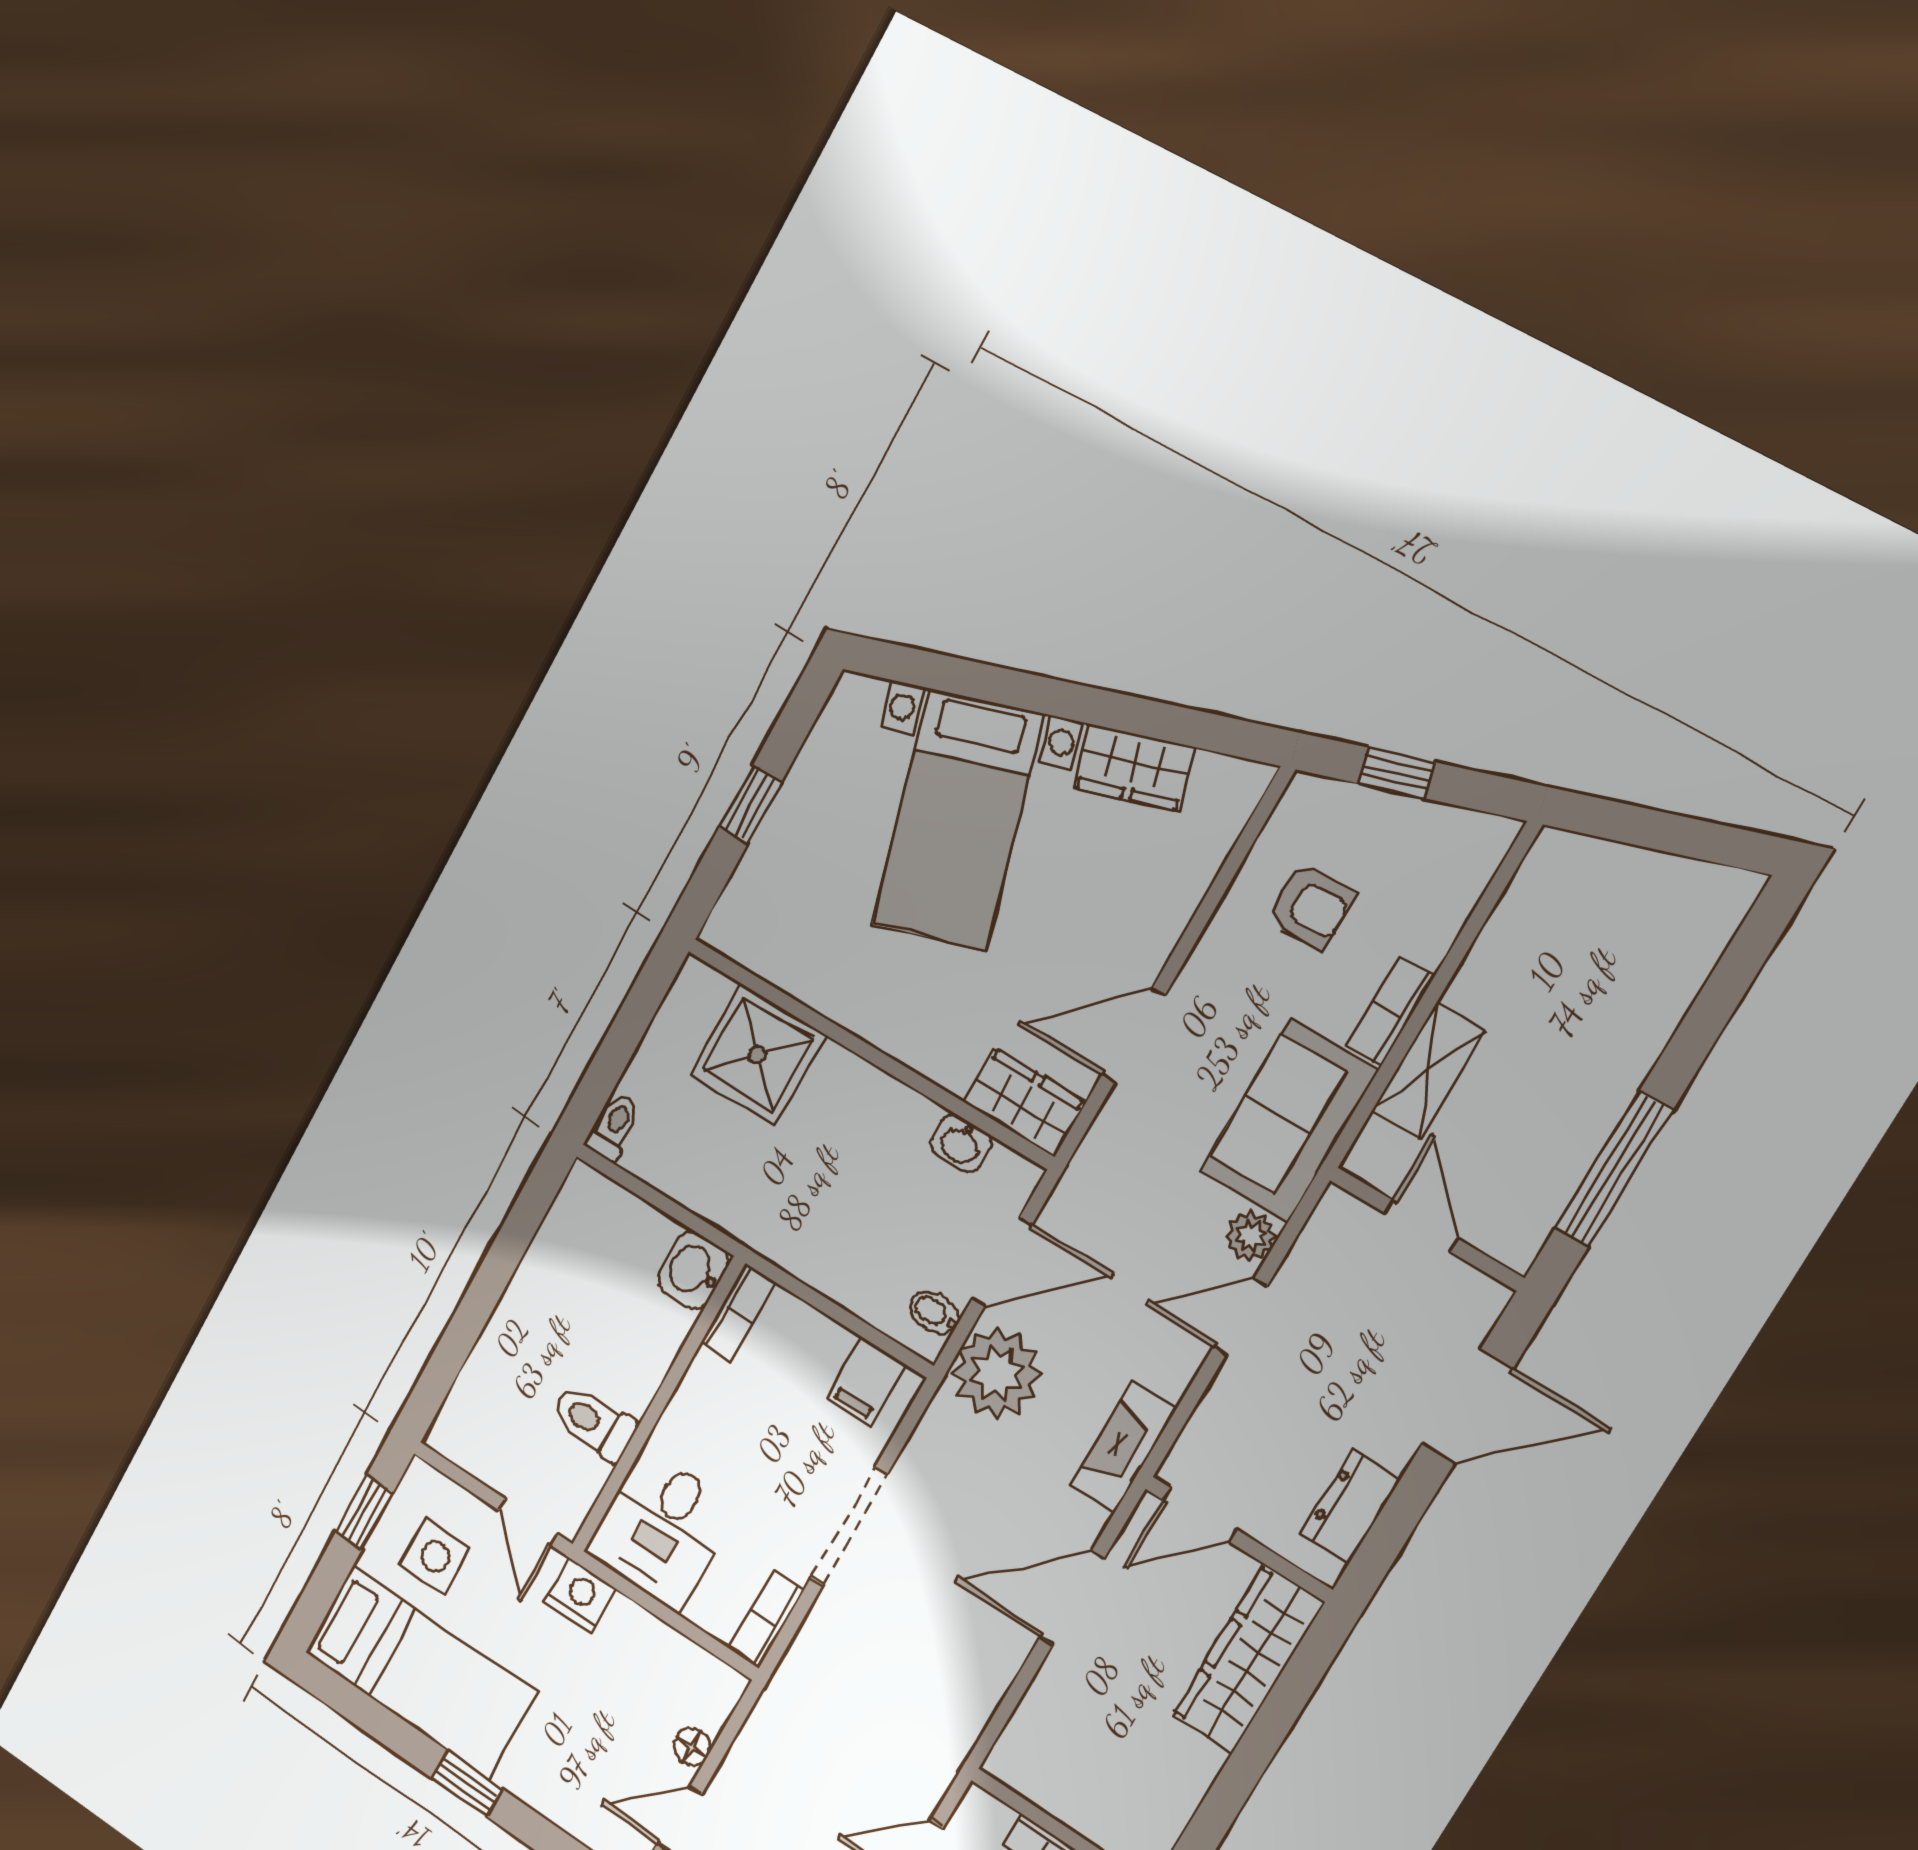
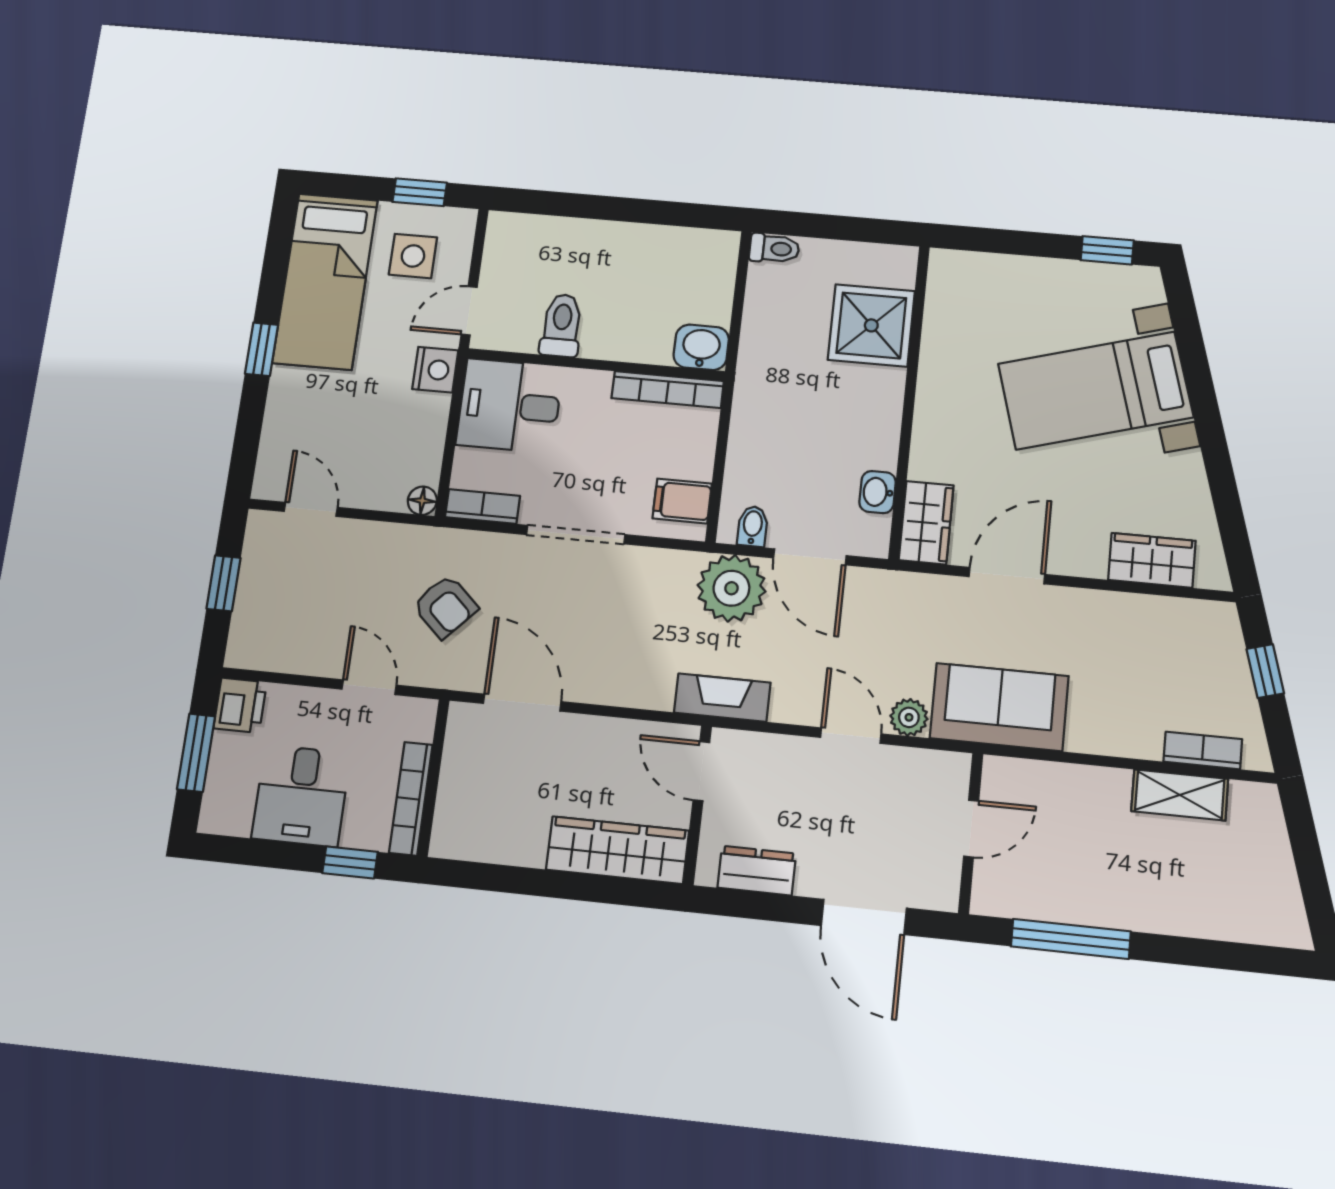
wardrobe: (1133, 767) -> (1152, 560), moved, turned 106
window: (750, 805) -> (1107, 250), moved
armchair: (1311, 906) -> (445, 607), moved, turned -47
bookcase: (1390, 1011) -> (1203, 750), moved
door: (1133, 1035) -> (1007, 576), hinge flipped
shelving: (1428, 1071) -> (1180, 795), moved
bookcase: (738, 1312) -> (668, 390), width x1.56
door: (1072, 1598) -> (522, 703), moved
floor lamp: (692, 1747) -> (422, 501), moved

